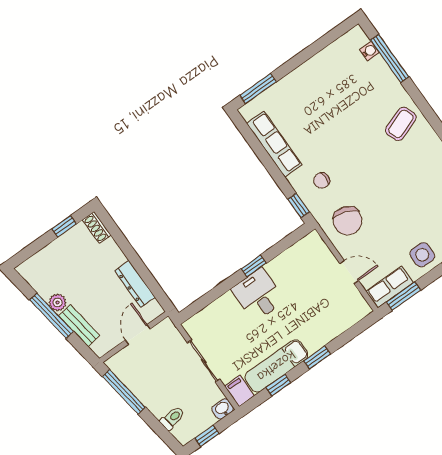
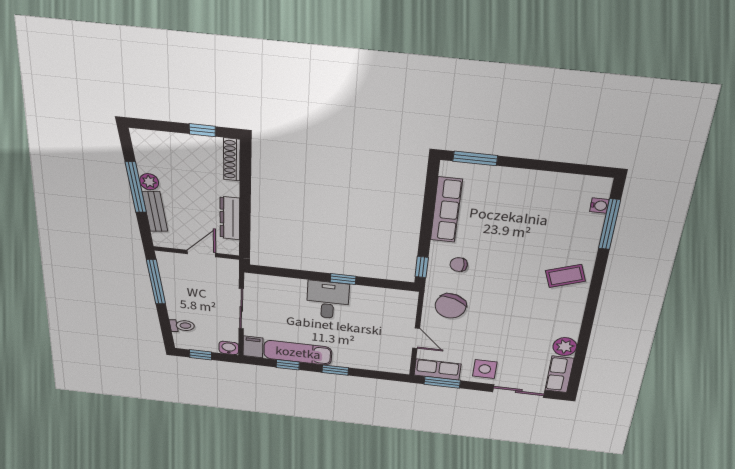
shoe rack: (97, 227) -> (232, 159), width x1.43

